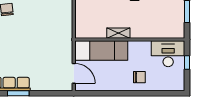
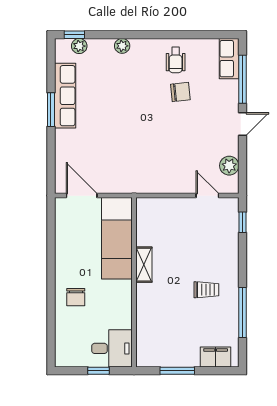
desk: (168, 54) -> (112, 348), width x0.73
door: (74, 73) -> (82, 196), swing flipped

